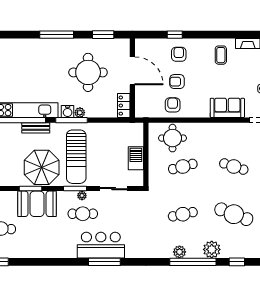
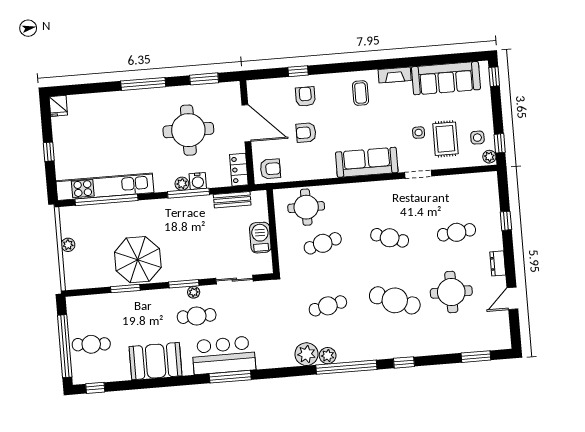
armchair: (173, 105) -> (270, 169), moved, turned 90
sofa: (227, 108) -> (367, 162), width x1.36
water cooler: (68, 112) -> (198, 181), moved
window: (72, 120) -> (189, 193), moved
bench: (36, 128) -> (232, 200), moved
sun lounger: (76, 157) -> (182, 242), removed
booth: (37, 204) -> (156, 361), moved
plant: (212, 249) -> (306, 354), moved

